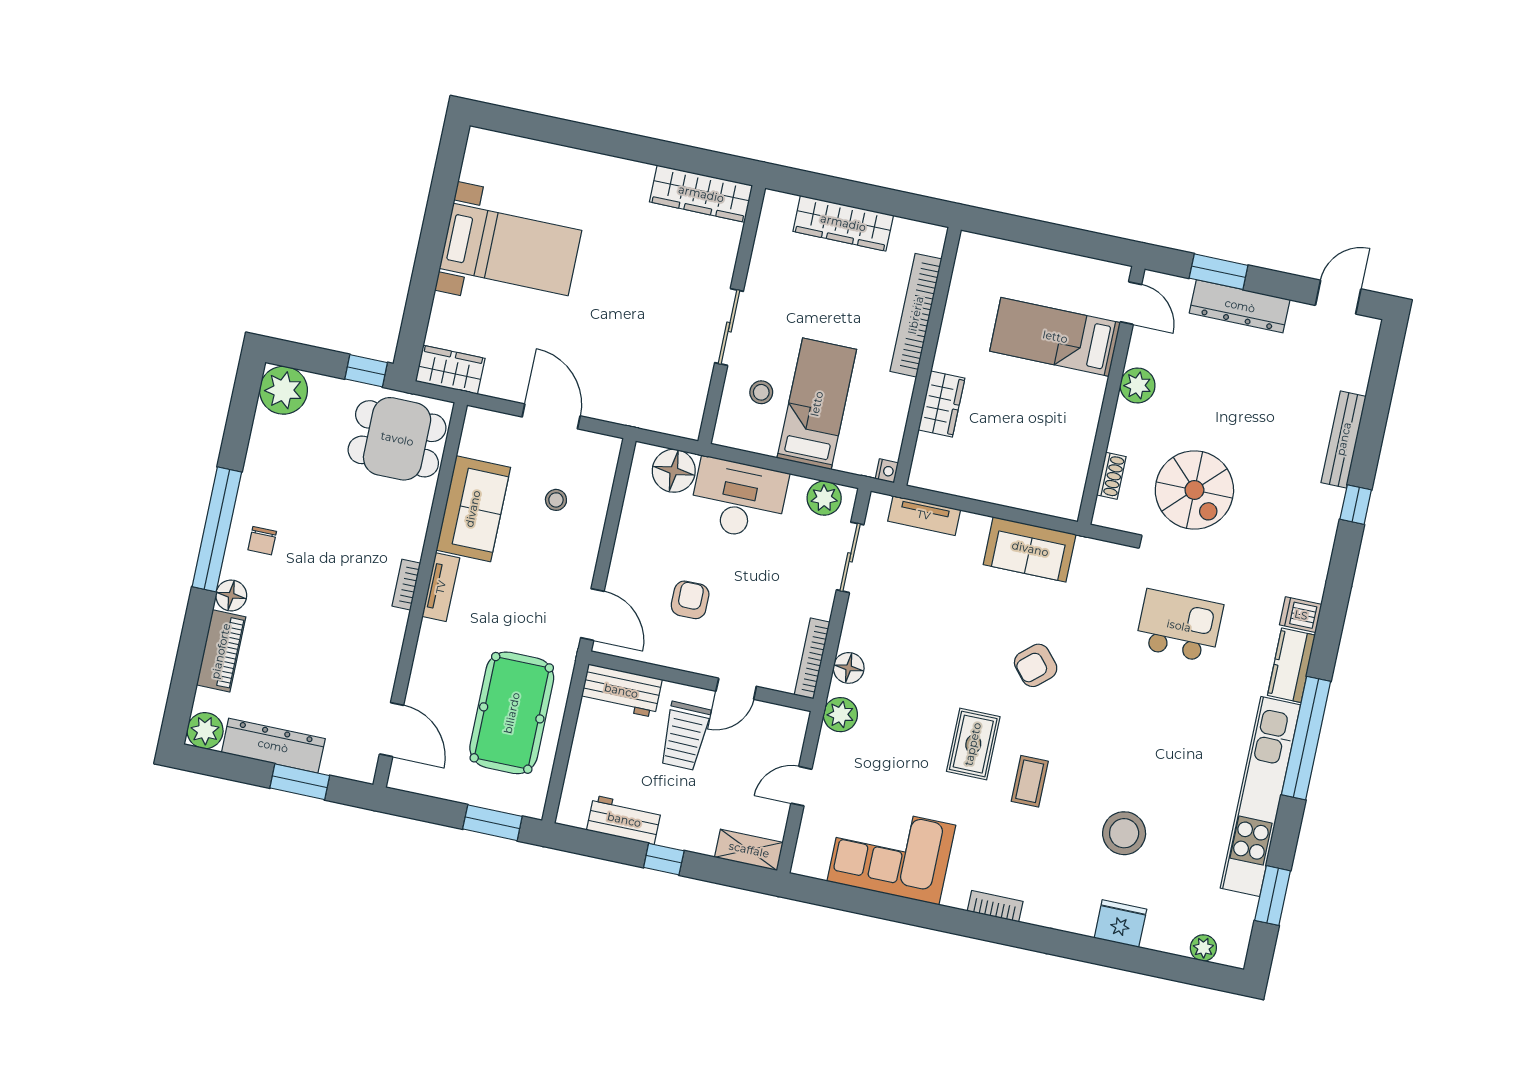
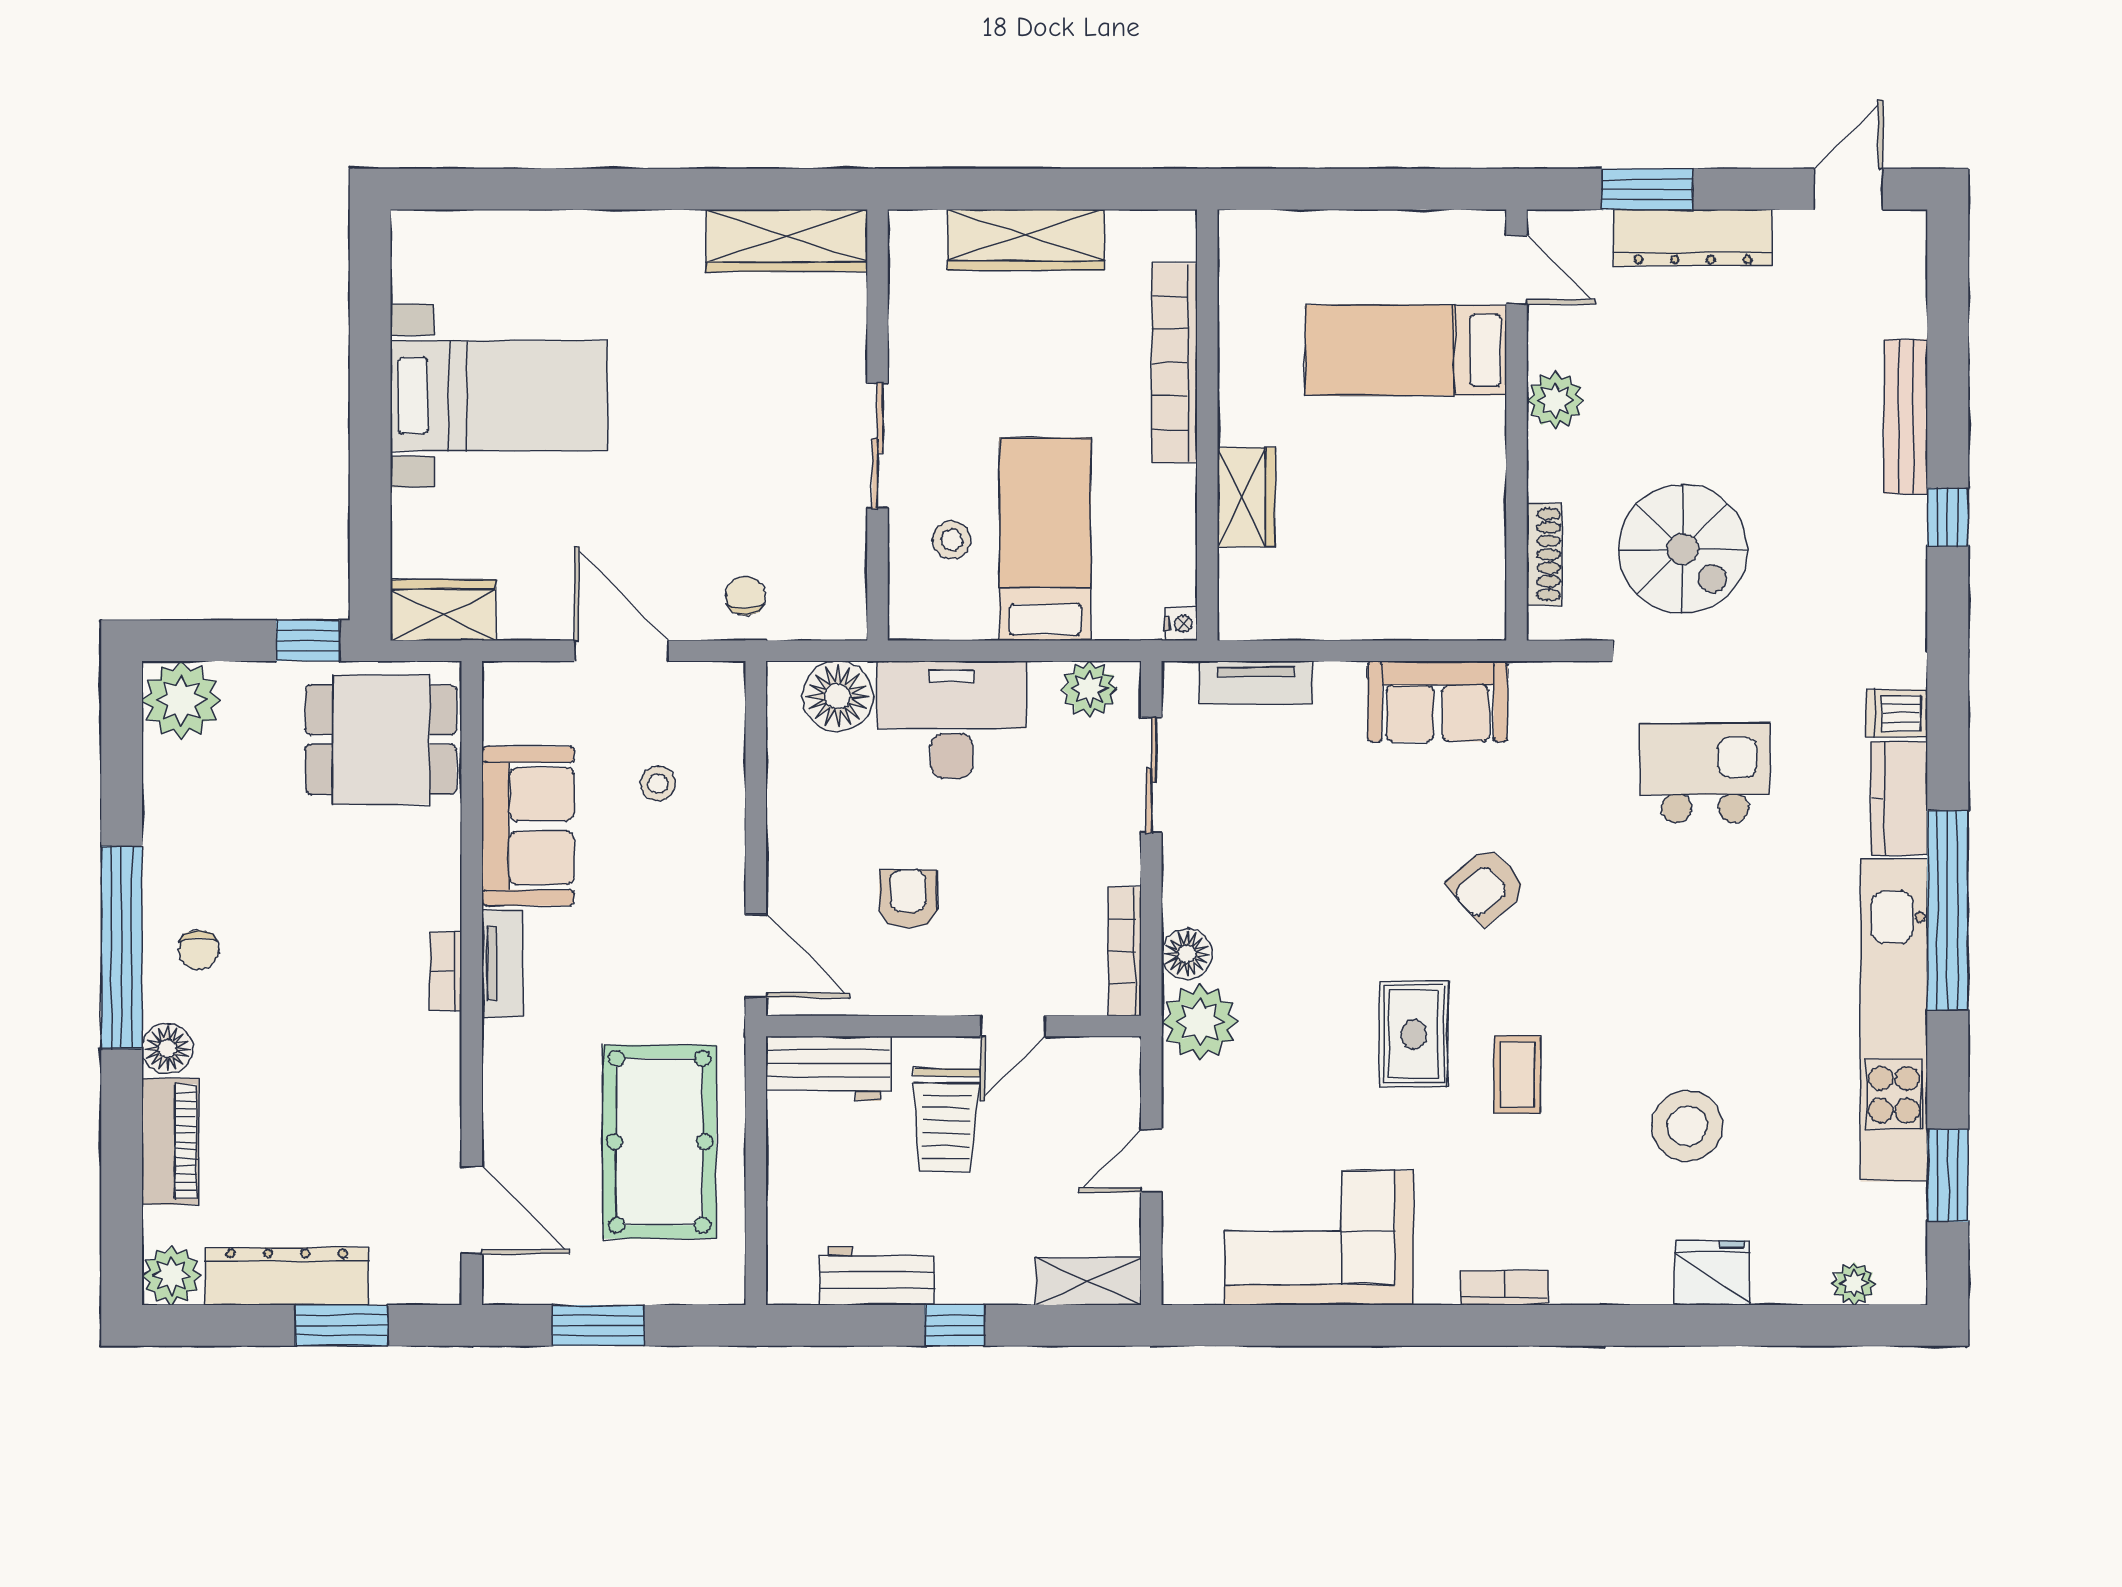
chair: (632, 399) -> (745, 596), added
shoe rack: (1111, 476) -> (1544, 554), width x1.43
plant: (840, 715) -> (1200, 1022), width x1.36, depth x1.36
window: (492, 823) -> (598, 1325), moved

